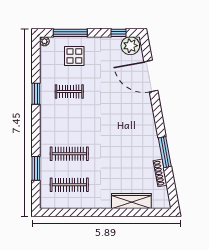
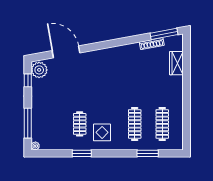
display table: (74, 56) -> (102, 132), moved
door: (151, 76) -> (66, 52), swing flipped
window: (165, 152) -> (164, 34), moved
wardrobe: (131, 201) -> (176, 63), width x0.67

